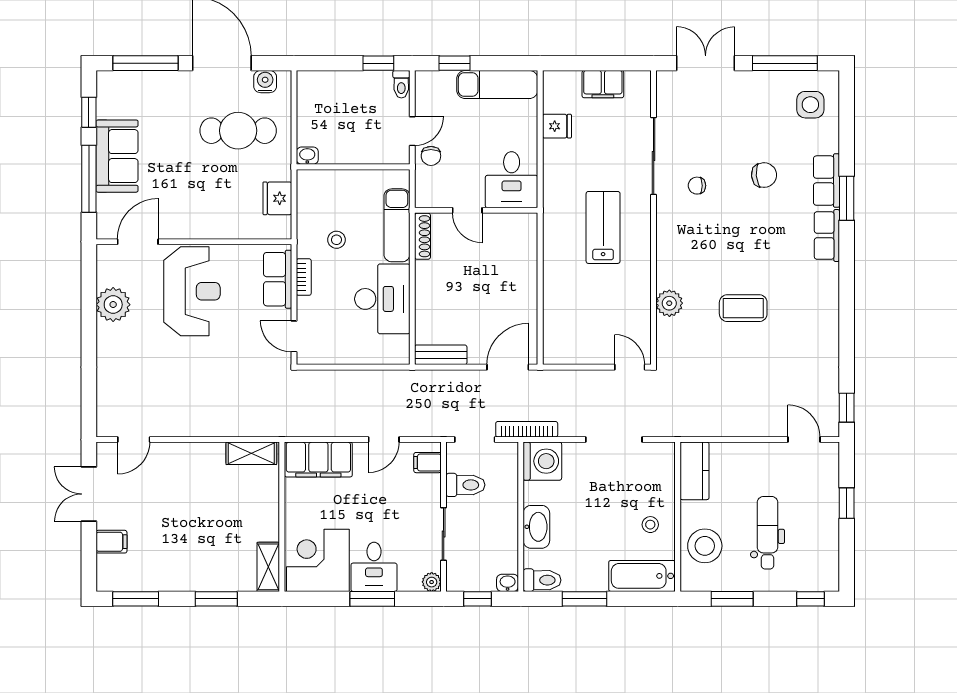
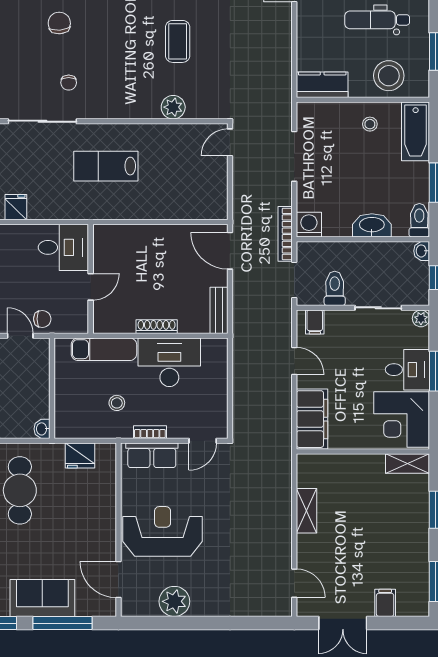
shoe rack: (422, 236) -> (157, 327), moved
shelving: (251, 453) -> (307, 511), moved
washing machine: (542, 461) -> (309, 225), width x0.73, depth x0.73

